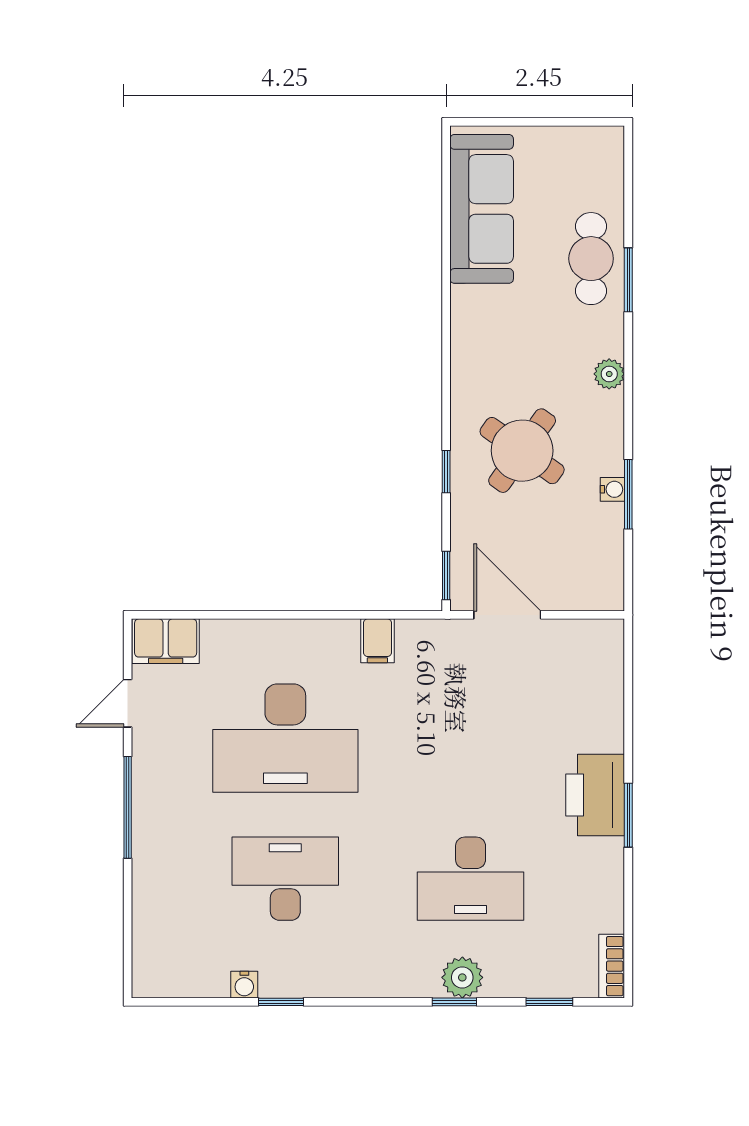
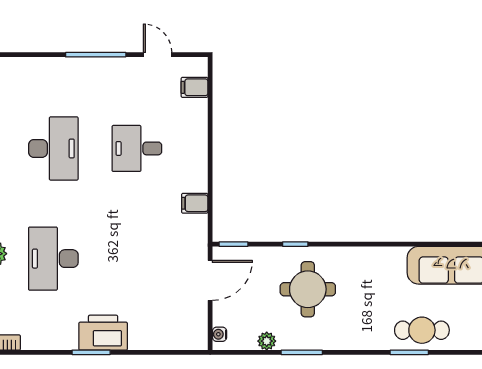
plant: (609, 374) -> (267, 341), moved
round table: (522, 451) -> (308, 289), turned -35
water cooler: (612, 489) -> (220, 334), moved, turned 90
window: (628, 494) -> (302, 352), moved
filing cabinet: (166, 641) -> (195, 87), width x0.50
desk: (285, 738) -> (137, 148), width x0.53, depth x0.77

